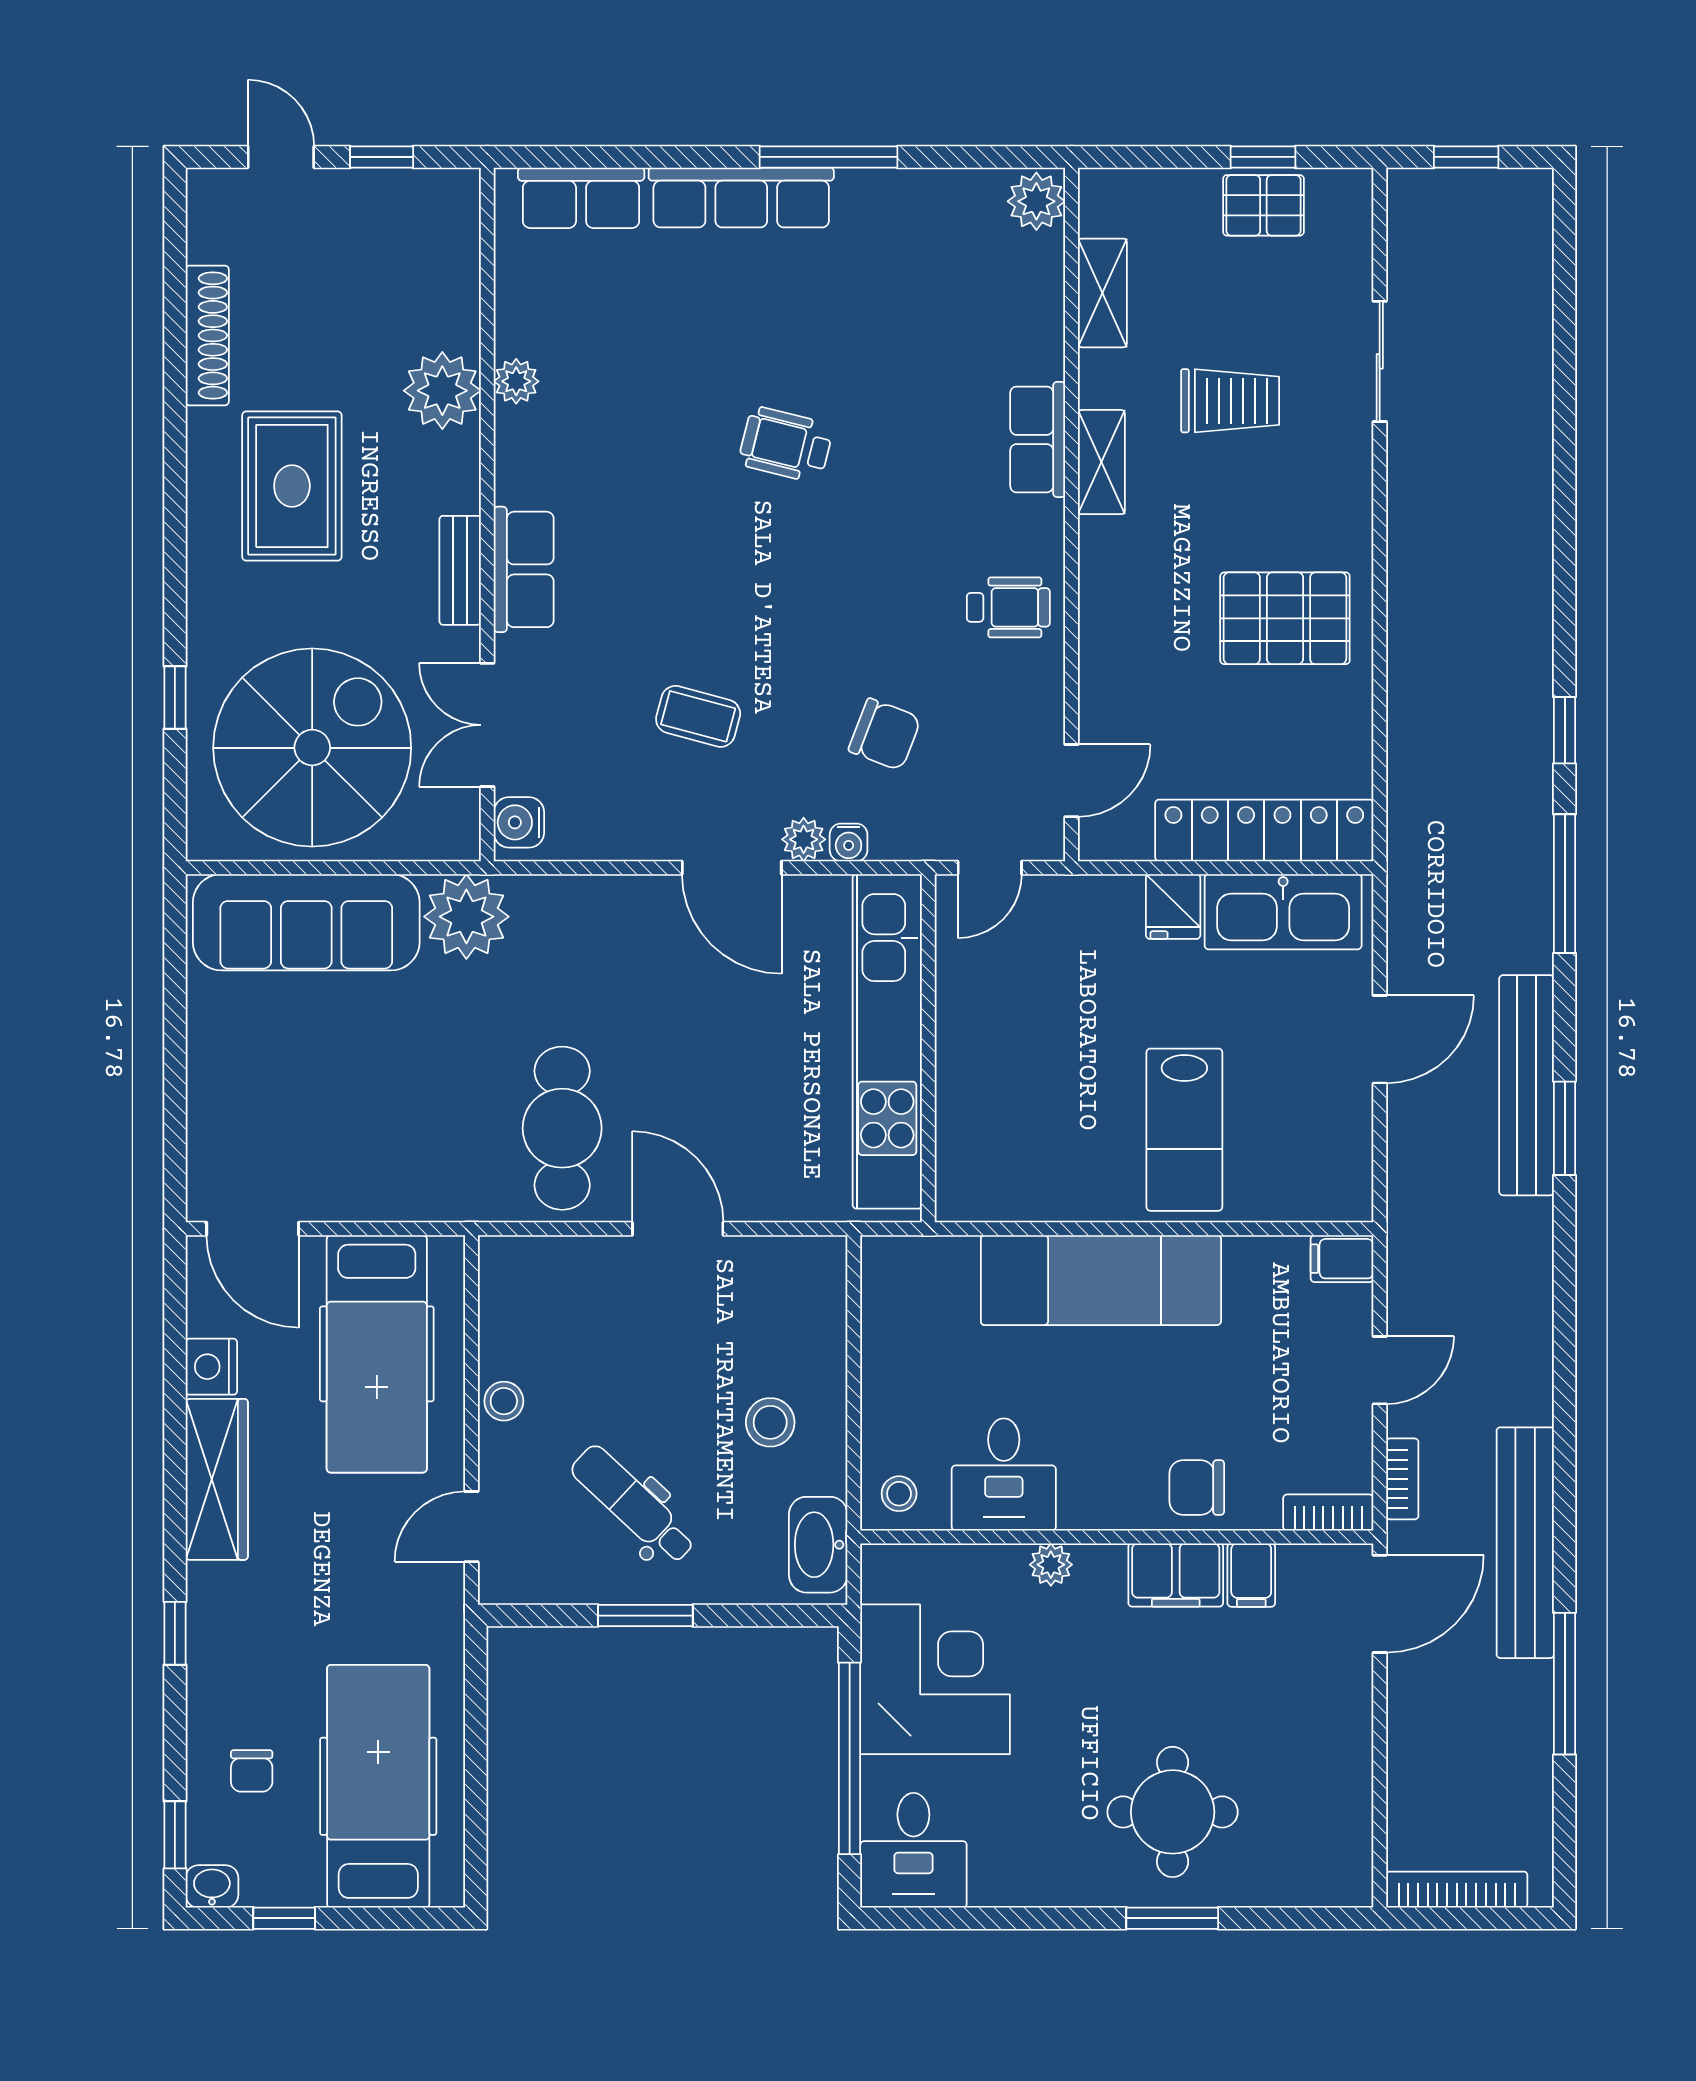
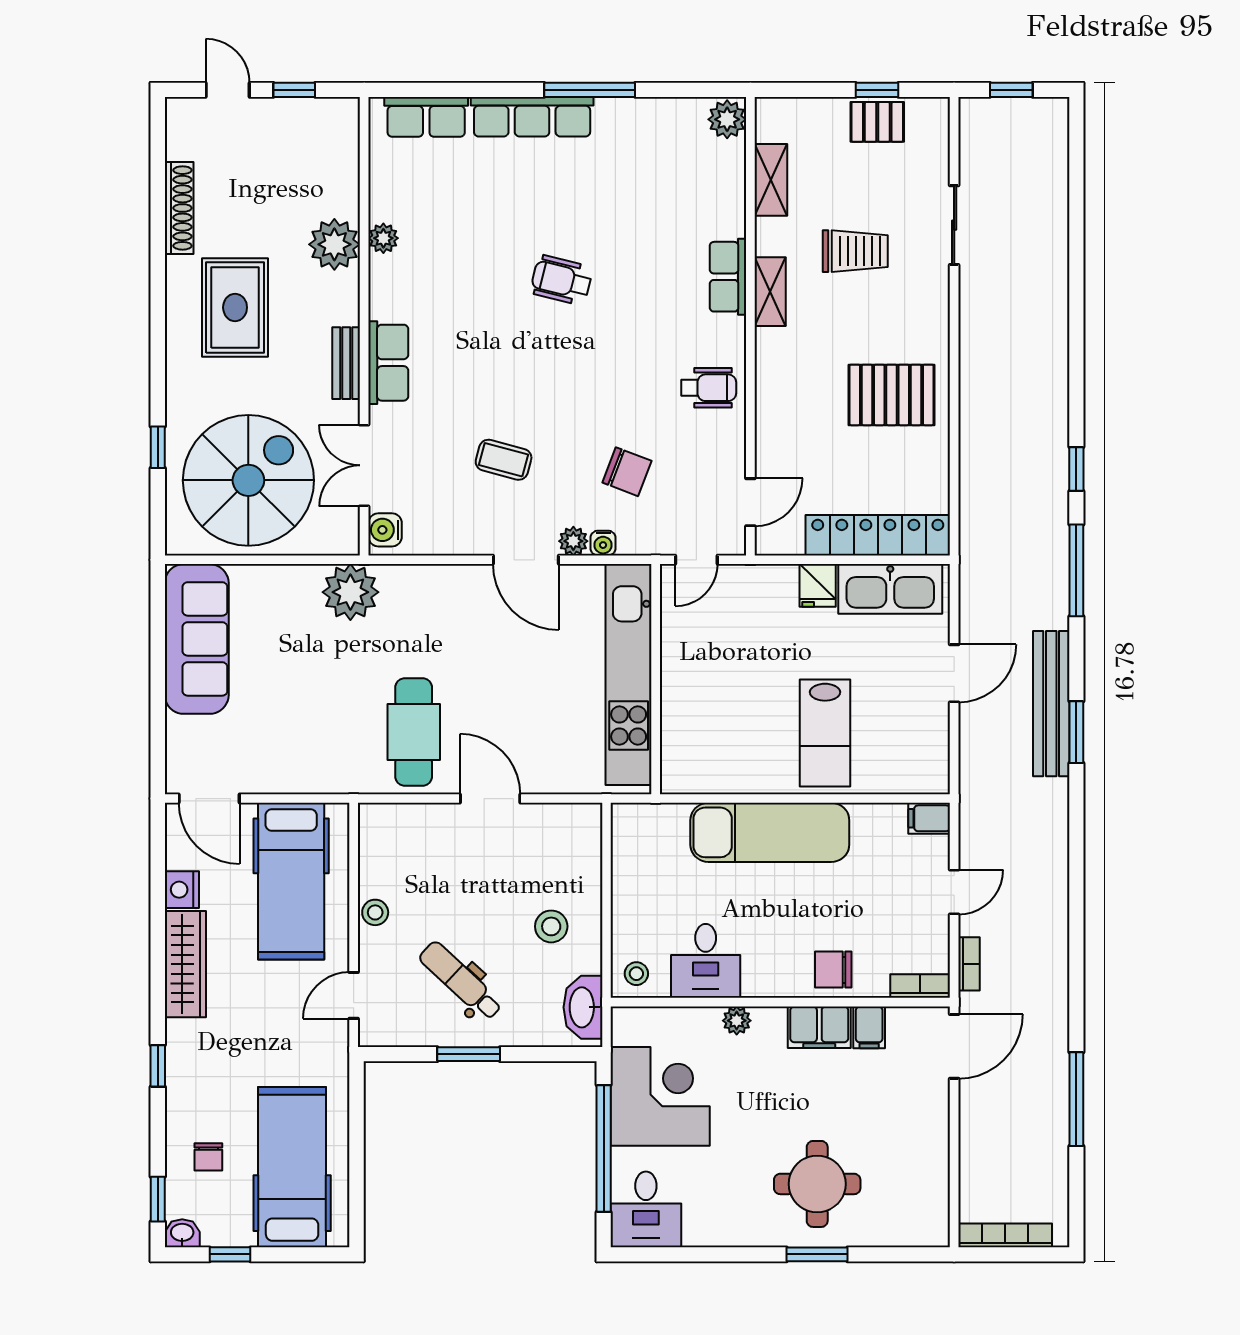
sofa: (306, 922) -> (197, 639), moved, turned -90
bench: (1525, 1543) -> (1050, 1006), removed

